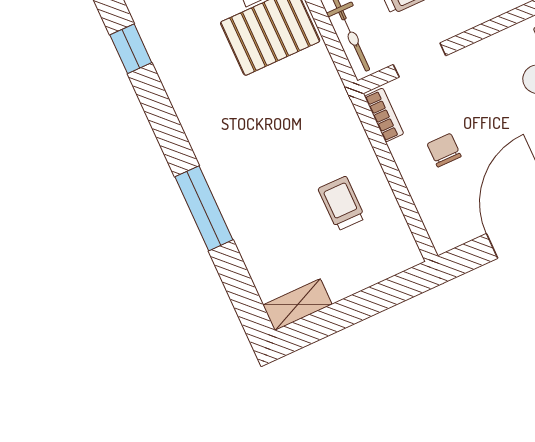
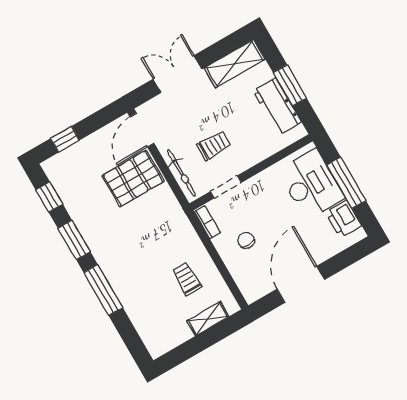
window: (165, 122) -> (74, 240), added
shelving: (297, 305) -> (208, 319), moved

